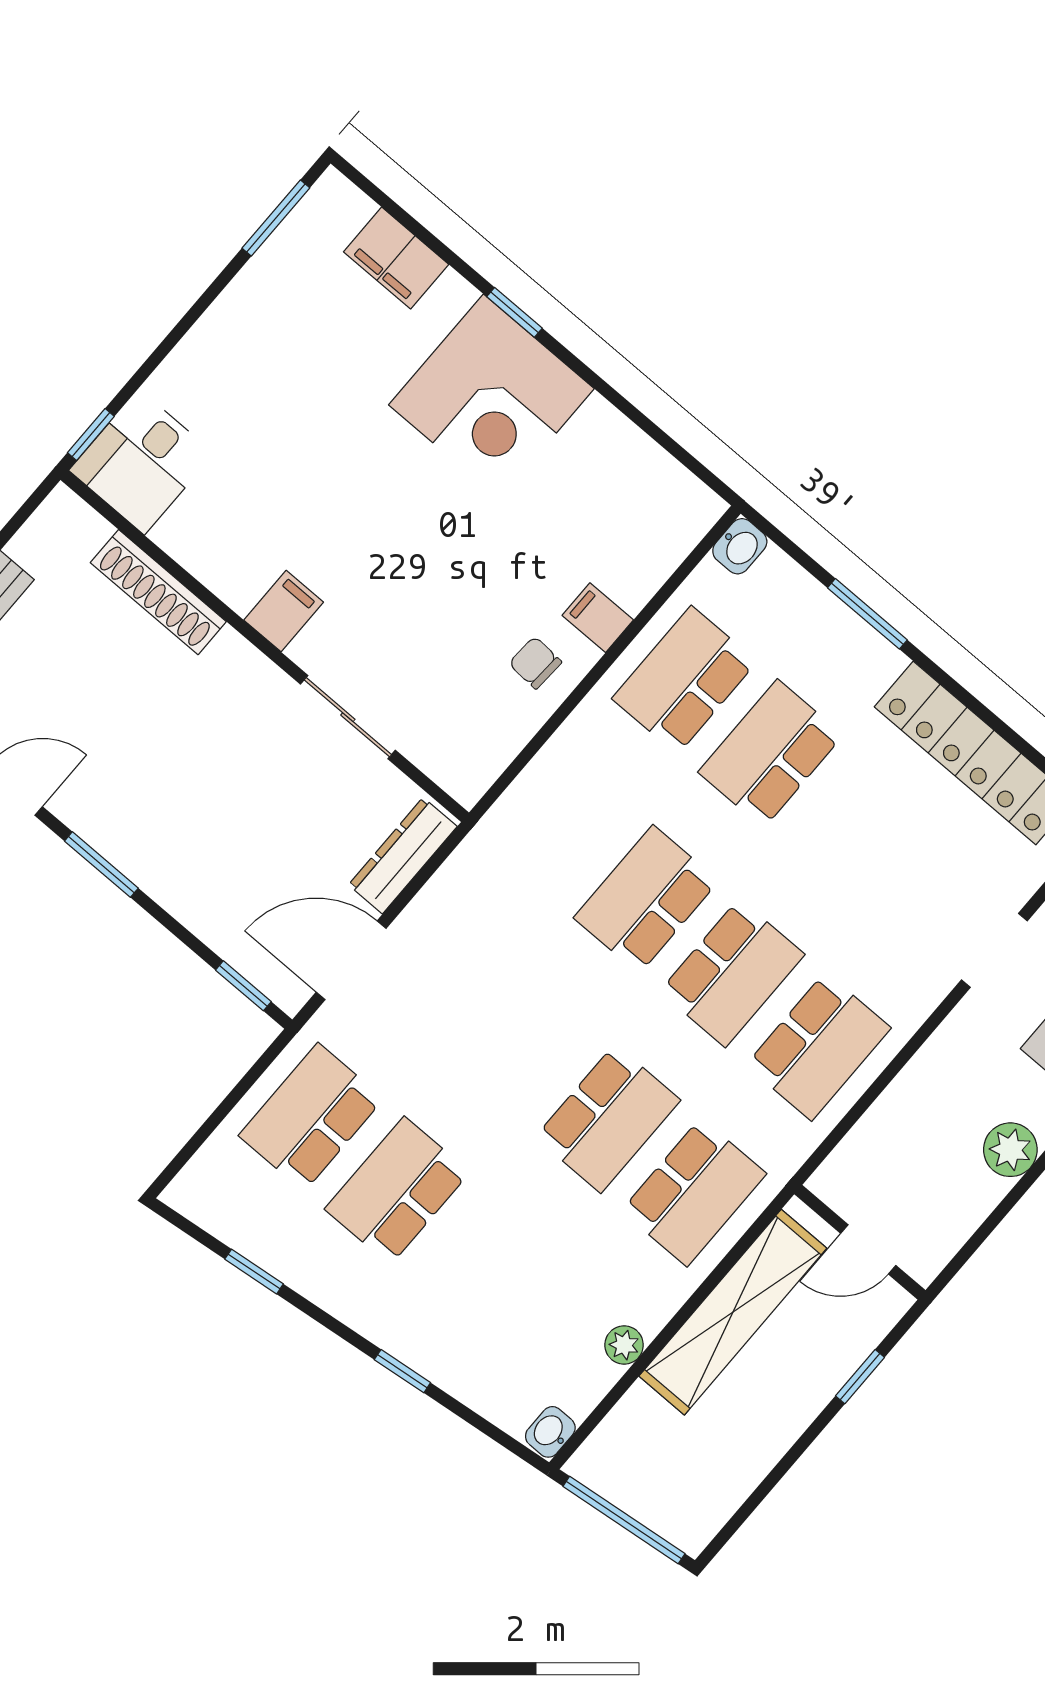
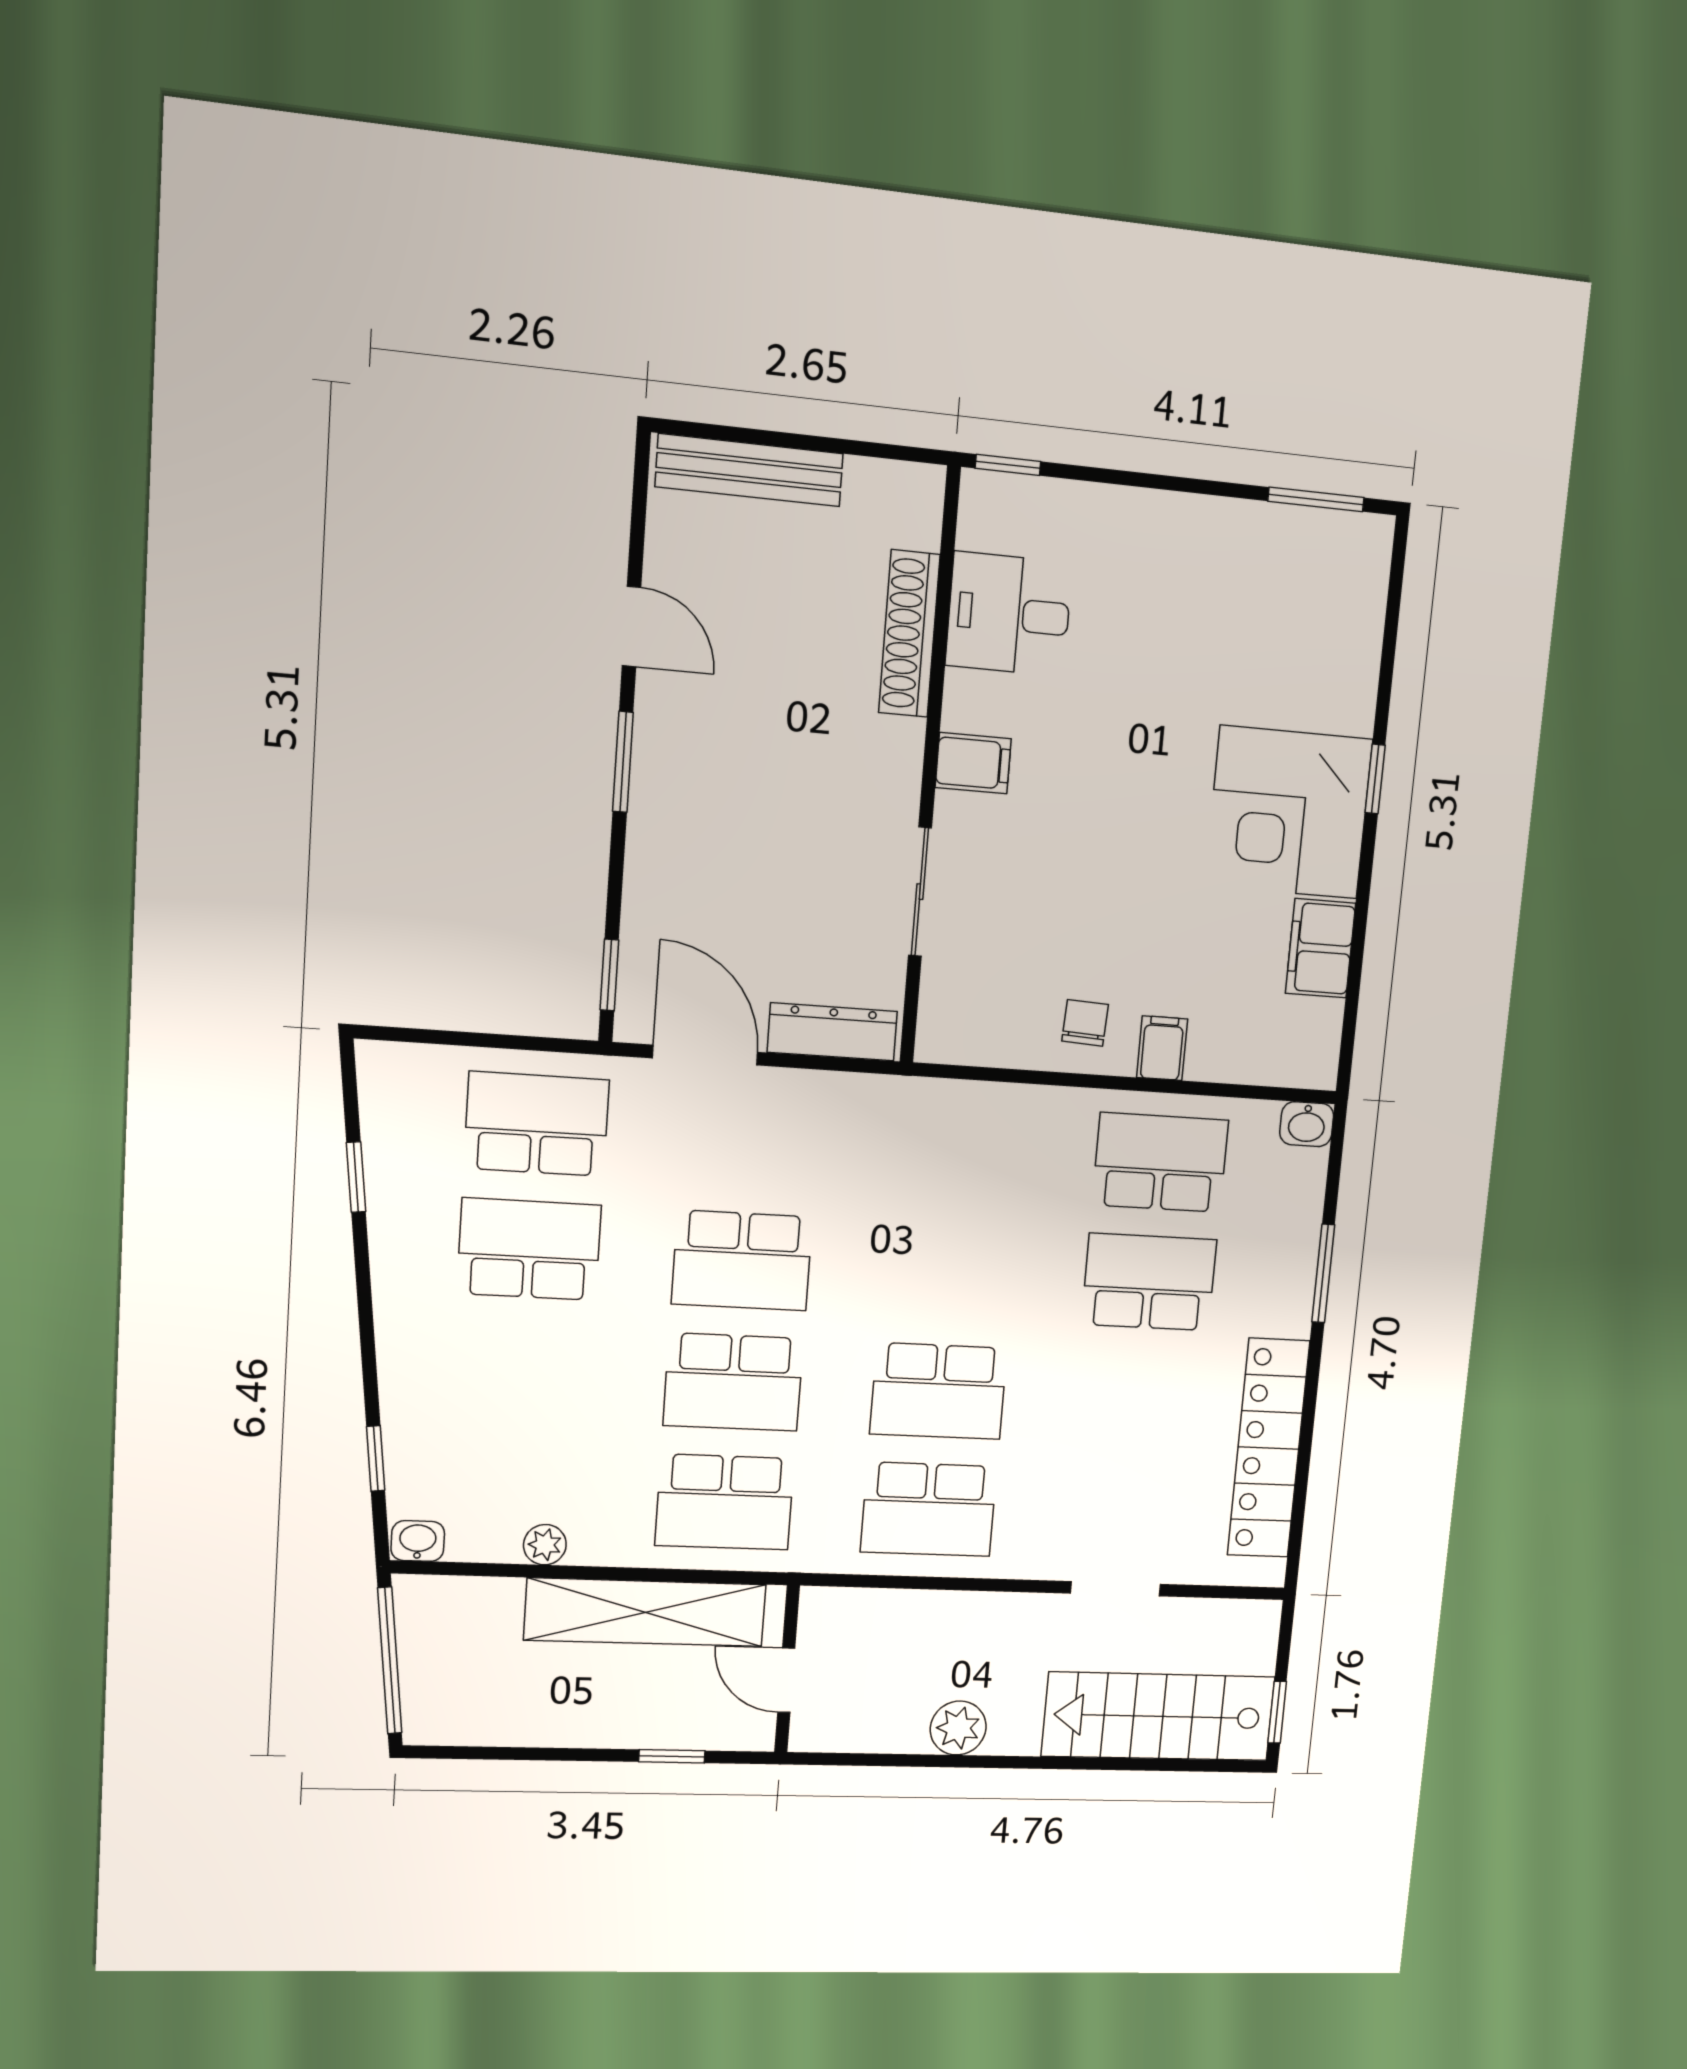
filing cabinet: (396, 258) -> (1321, 948), moved
desk: (141, 462) -> (1009, 614), moved
school desk: (646, 899) -> (742, 1260), moved, turned 180
window: (402, 1371) -> (376, 1458), moved

